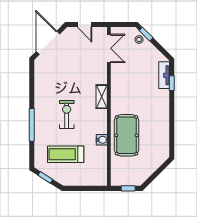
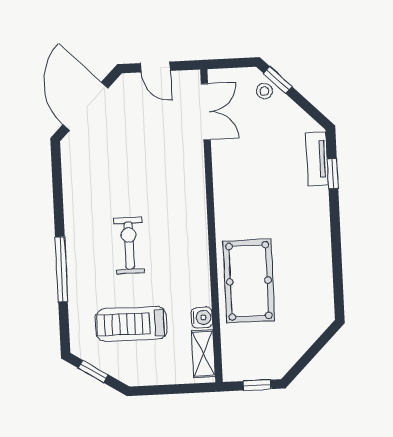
shelving: (102, 97) -> (203, 354), moved
water cooler: (102, 140) -> (202, 318), moved

